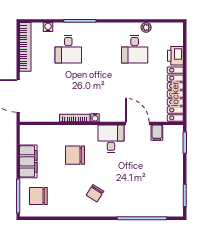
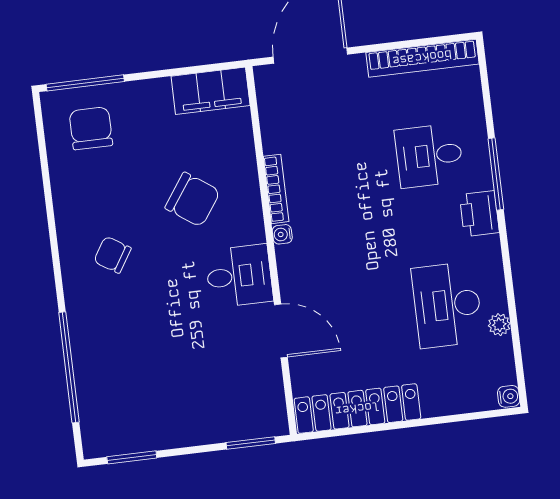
water cooler: (48, 27) -> (509, 396), moved
desk: (135, 49) -> (447, 305), width x1.37
printer: (175, 56) -> (479, 214), moved, turned -90
door: (137, 123) -> (281, 331), hinge flipped
filing cabinet: (157, 133) -> (265, 378), removed
chair: (75, 155) -> (193, 200), turned 125
filing cabinet: (28, 161) -> (211, 91), moved

